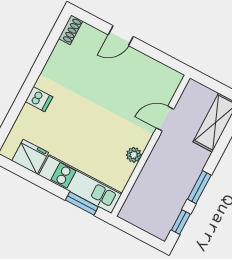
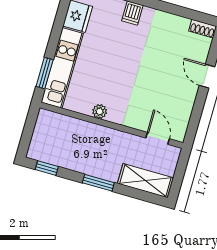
door: (165, 119) -> (158, 138), moved
window: (199, 187) -> (98, 183), moved

